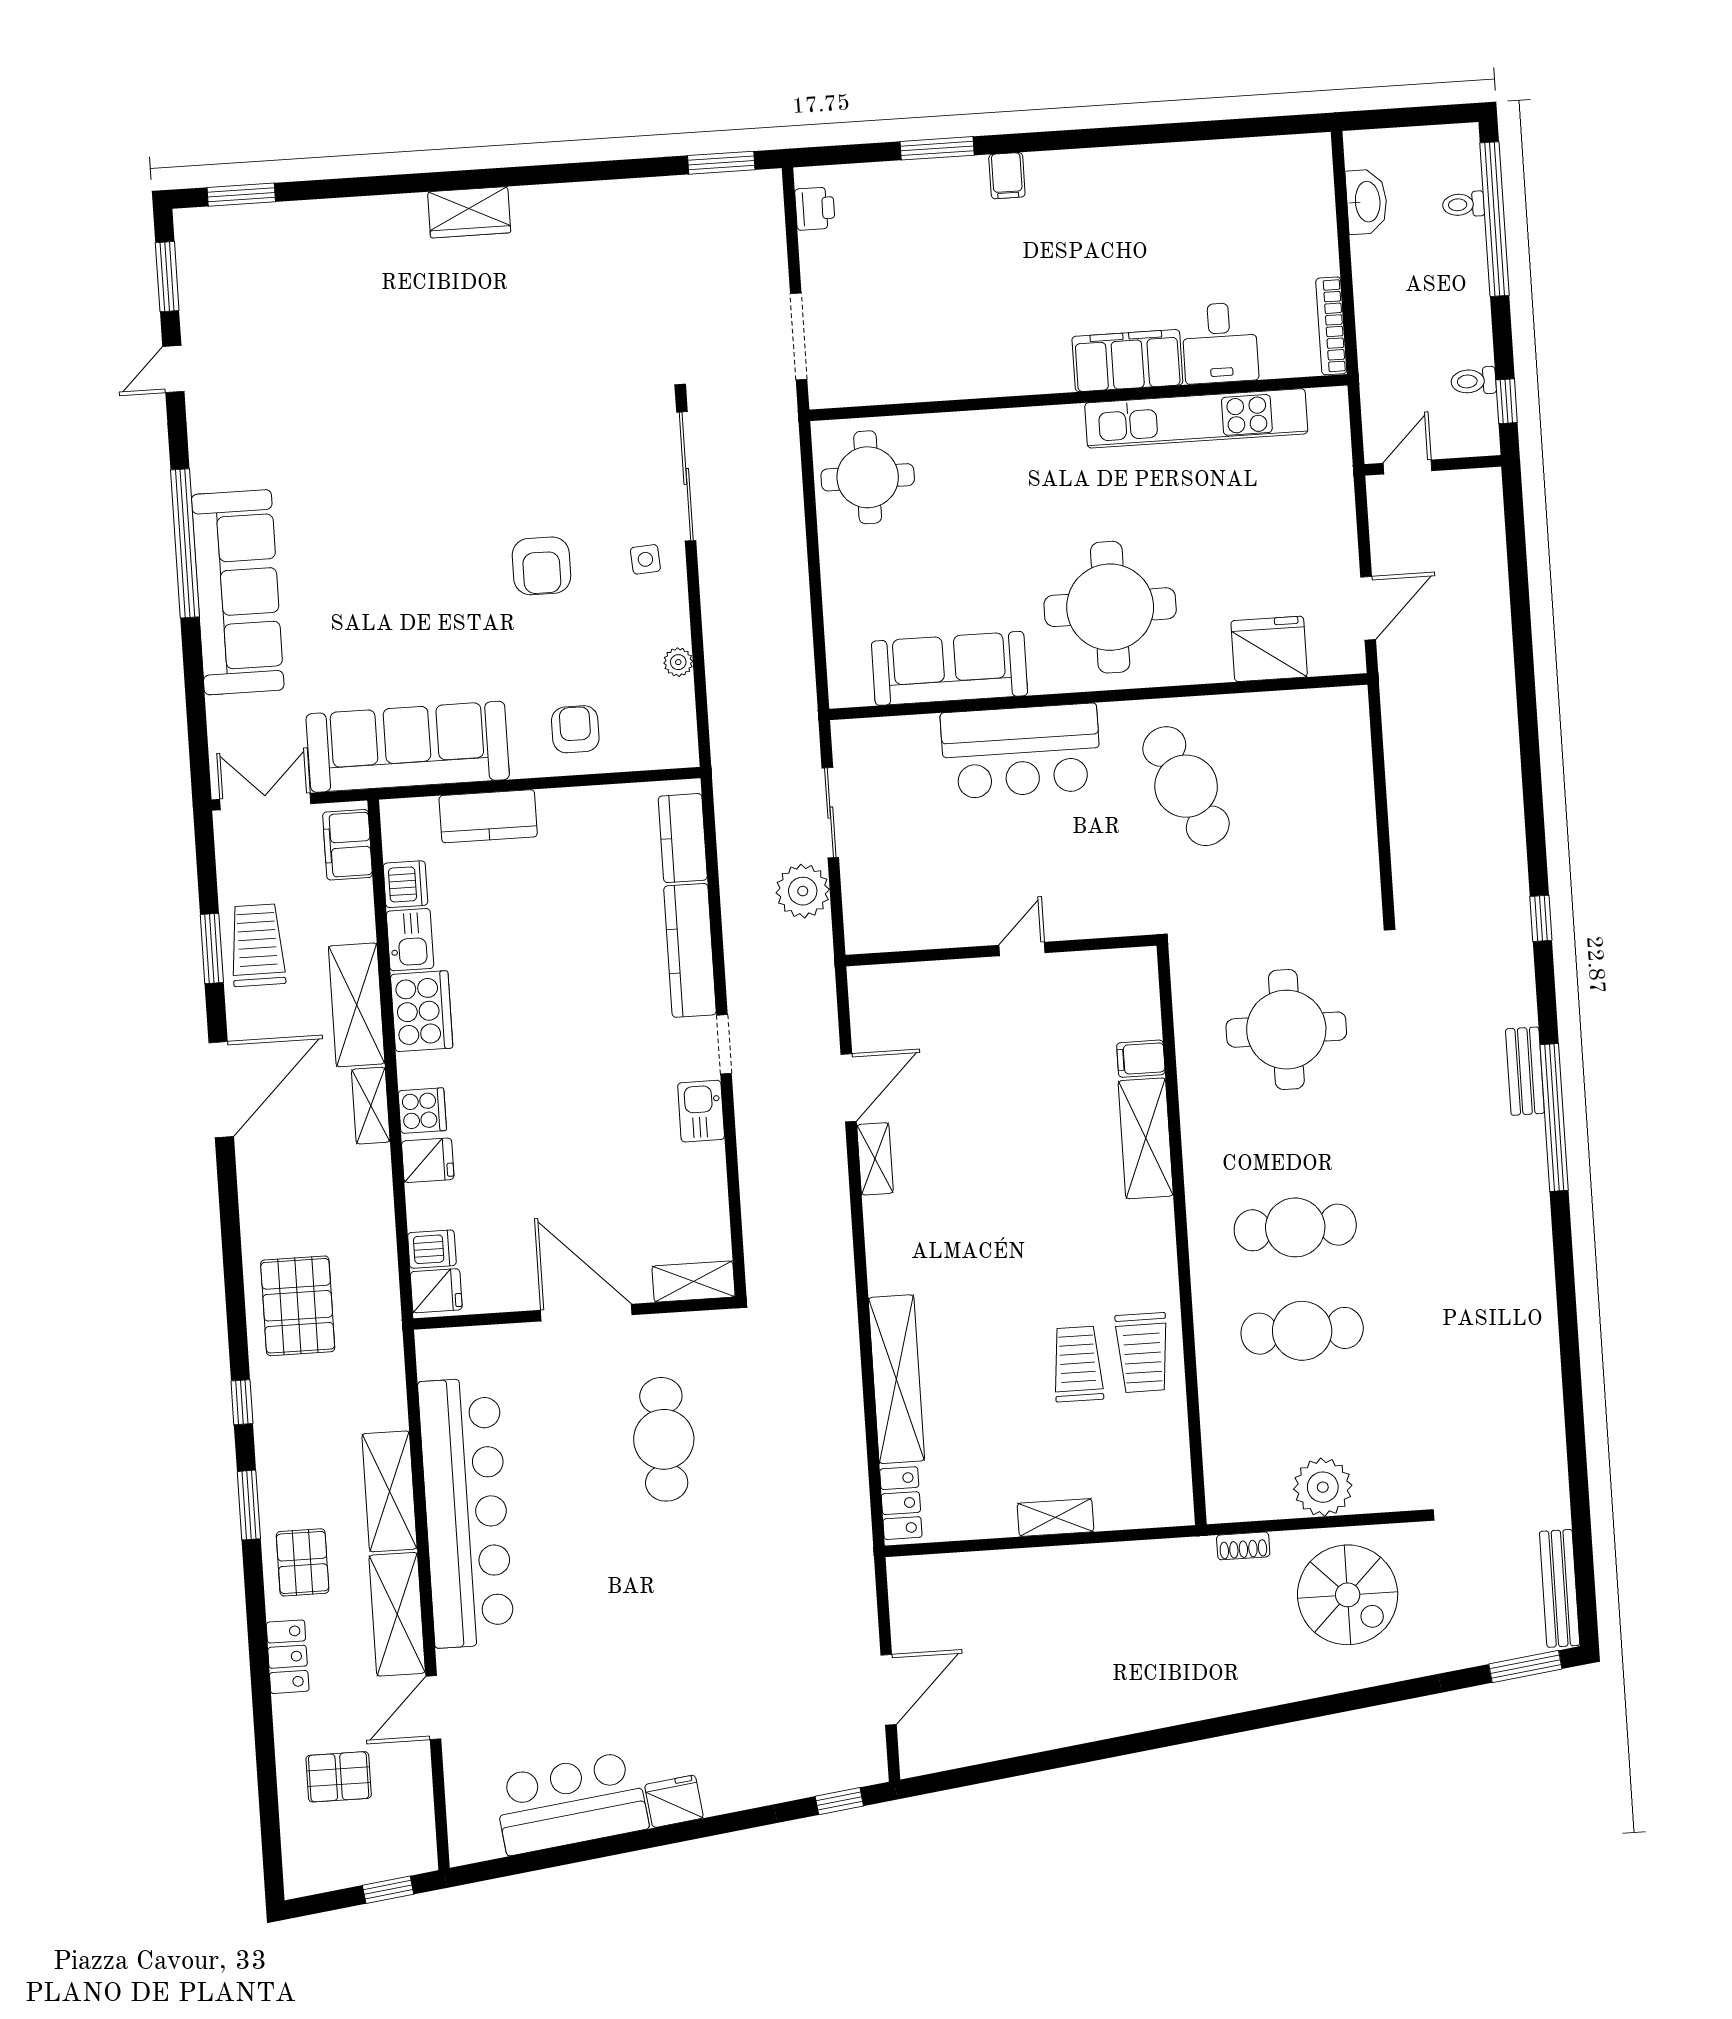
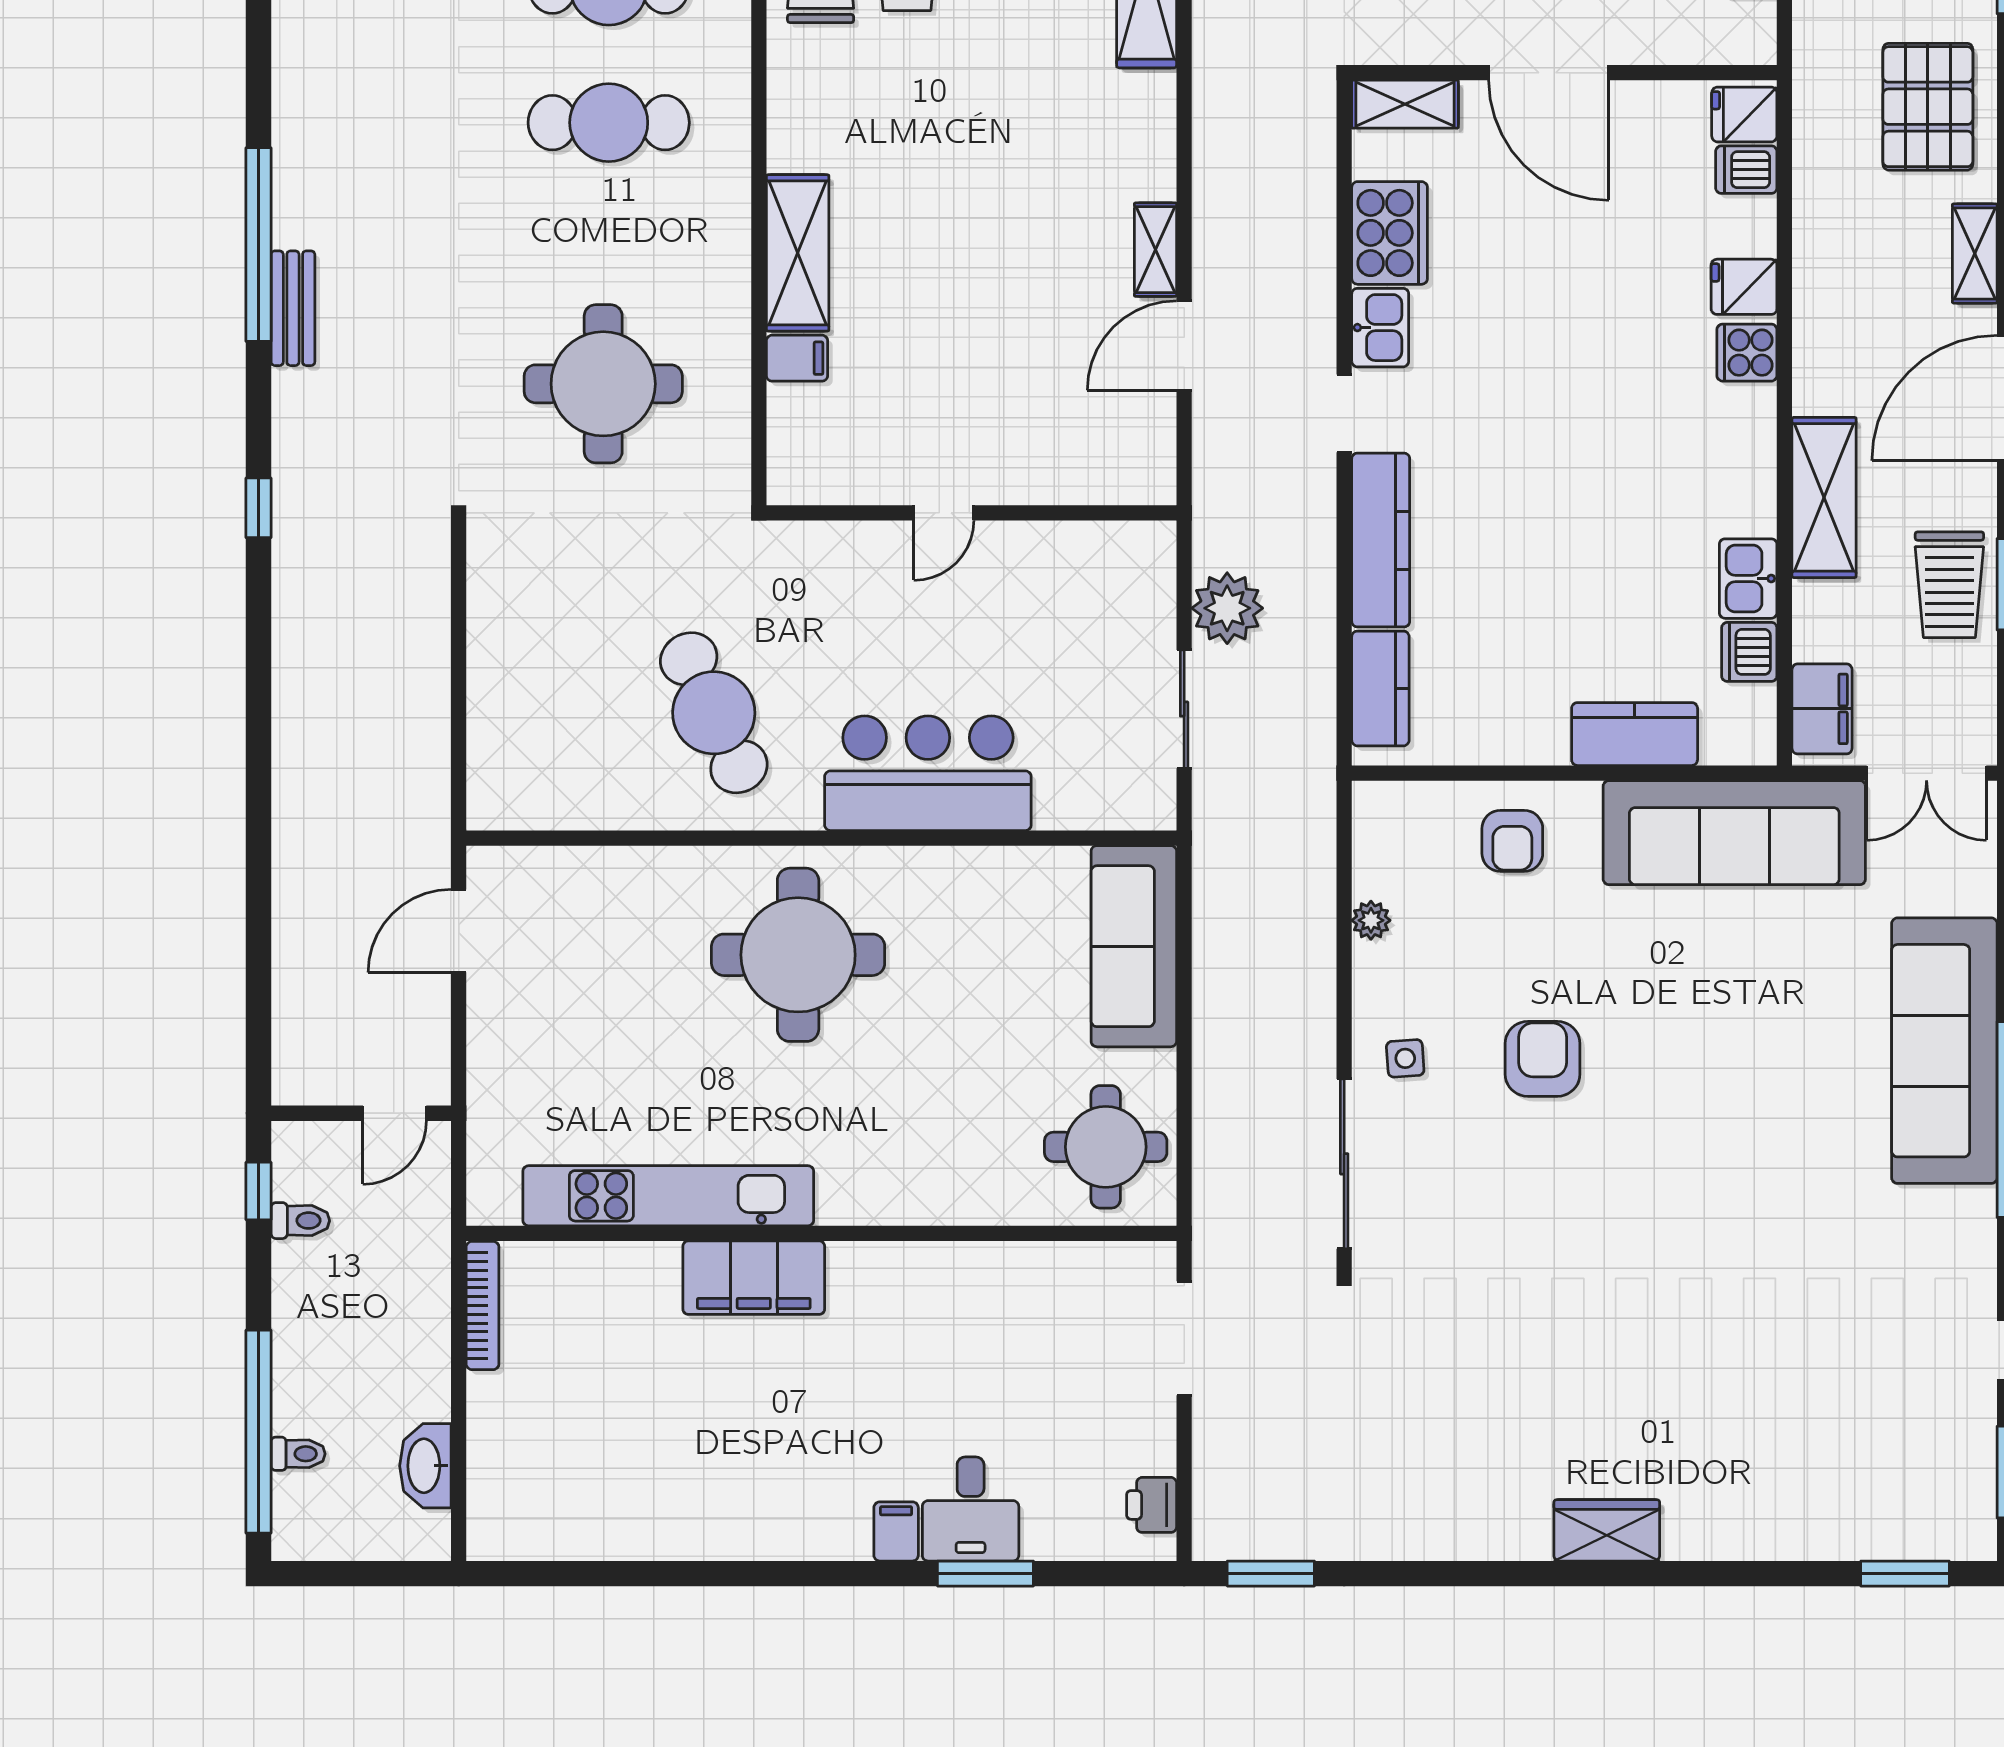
desk: (1220, 343) -> (971, 1509), moved, turned 180
fridge: (1269, 649) -> (593, 886), removed
sofa: (950, 668) -> (1134, 946), moved, turned 90
cooker: (422, 1011) -> (1390, 233), moved, turned 180
shelving: (371, 1106) -> (1975, 253), moved

